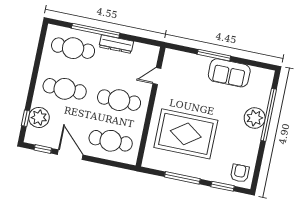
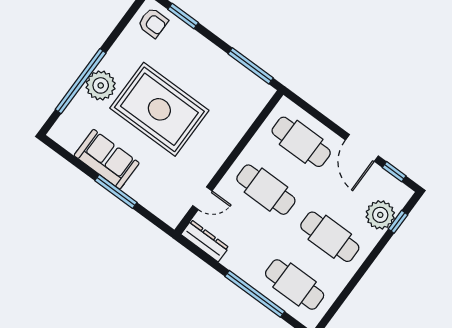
dresser: (116, 44) -> (205, 241), moved
rug: (186, 134) -> (159, 109), moved
armchair: (240, 173) -> (153, 23), turned -90
window: (182, 178) -> (251, 66), moved

